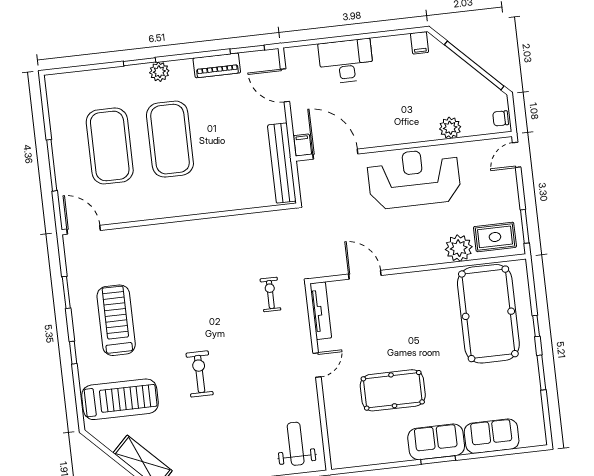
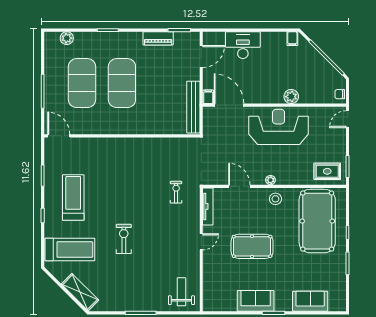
plant: (159, 72) -> (67, 38), moved
door: (285, 85) -> (201, 57), swing flipped
plant: (450, 128) -> (291, 97), moved
plant: (459, 248) -> (270, 180), moved, width x0.53, depth x0.53
stool: (422, 287) -> (275, 199), added
pool table: (393, 390) -> (252, 246), moved
sofa: (436, 442) -> (256, 301), moved

